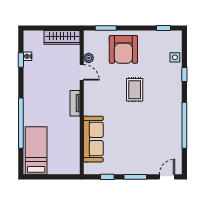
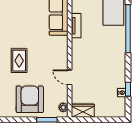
wardrobe: (62, 37) -> (83, 111), width x0.67
plant: (89, 58) -> (63, 107), moved
tv unit: (75, 103) -> (76, 26), moved

